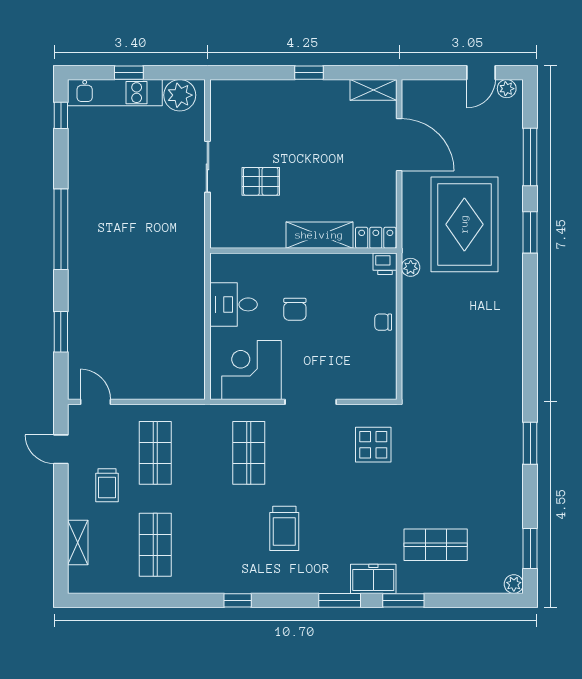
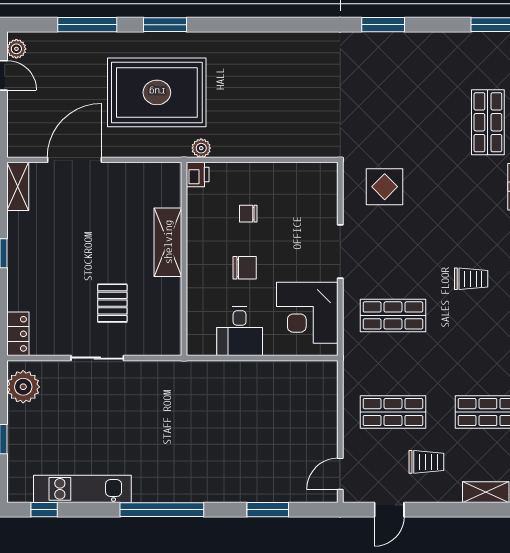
kitchen unit: (115, 93) -> (82, 489), moved, turned -90
locker: (376, 238) -> (18, 334), moved, turned 180
chair: (383, 322) -> (248, 214), moved, turned 90
trolley: (284, 528) -> (471, 279), width x0.73, depth x0.72

